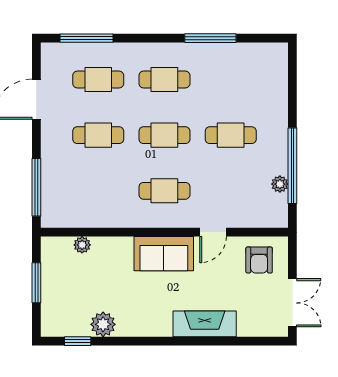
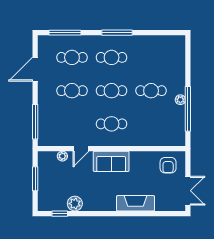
window: (210, 38) -> (117, 33), moved
plant: (280, 184) -> (180, 100), moved
door: (213, 232) -> (81, 149), moved

